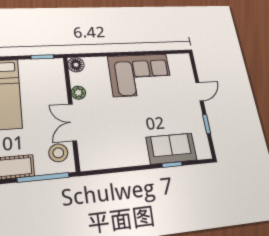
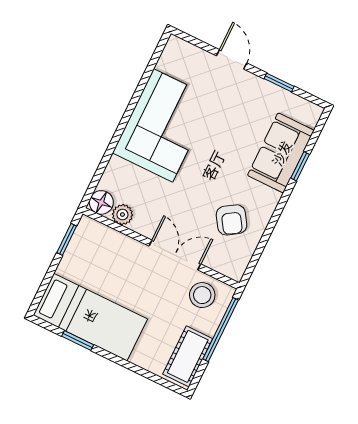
plant: (78, 93) -> (122, 215), moved
double door: (72, 122) -> (175, 255), swing flipped
armchair: (115, 143) -> (232, 220), added

